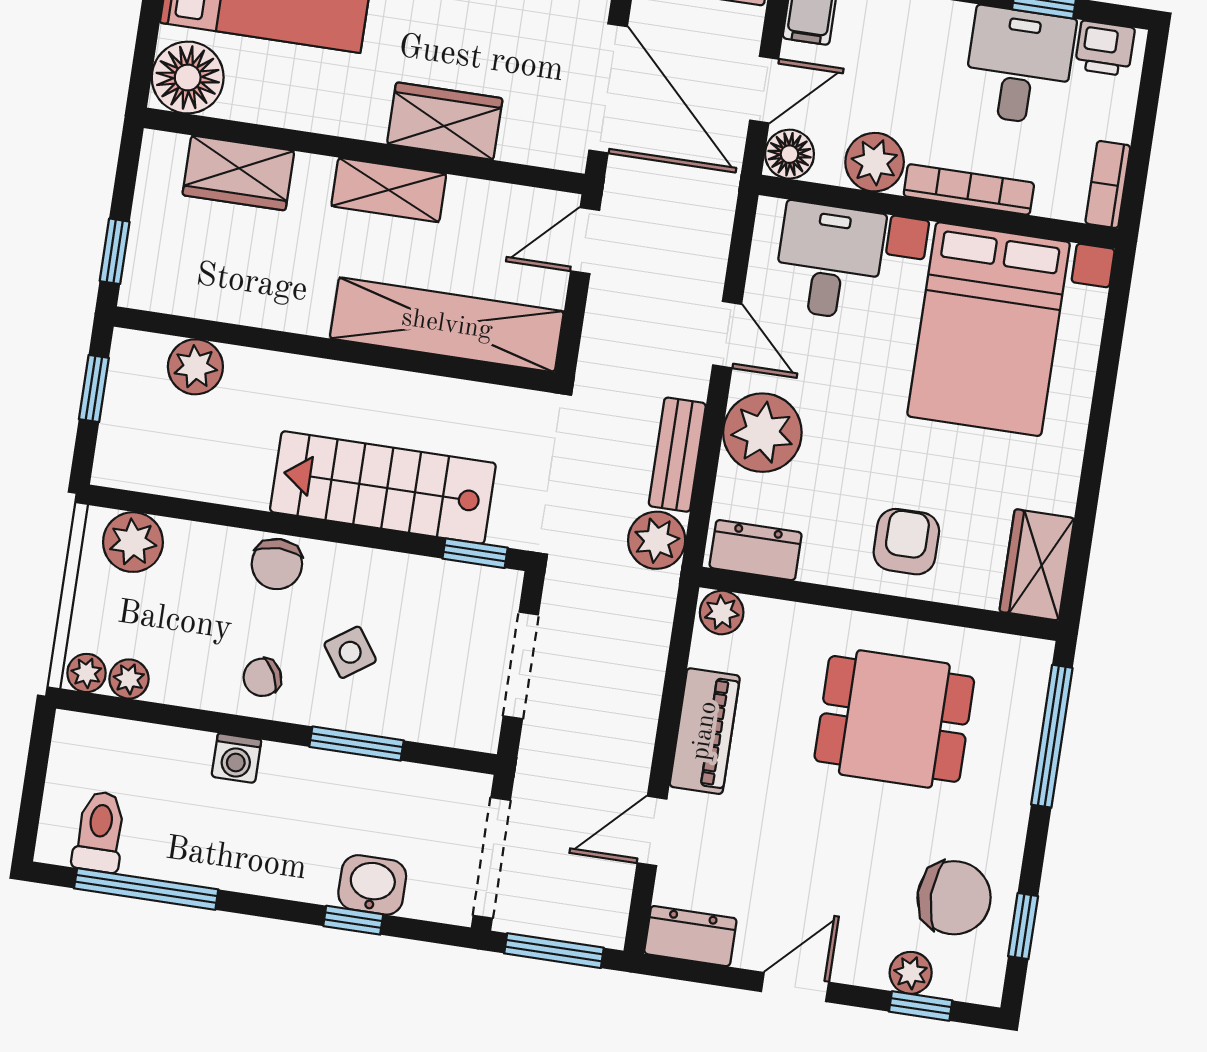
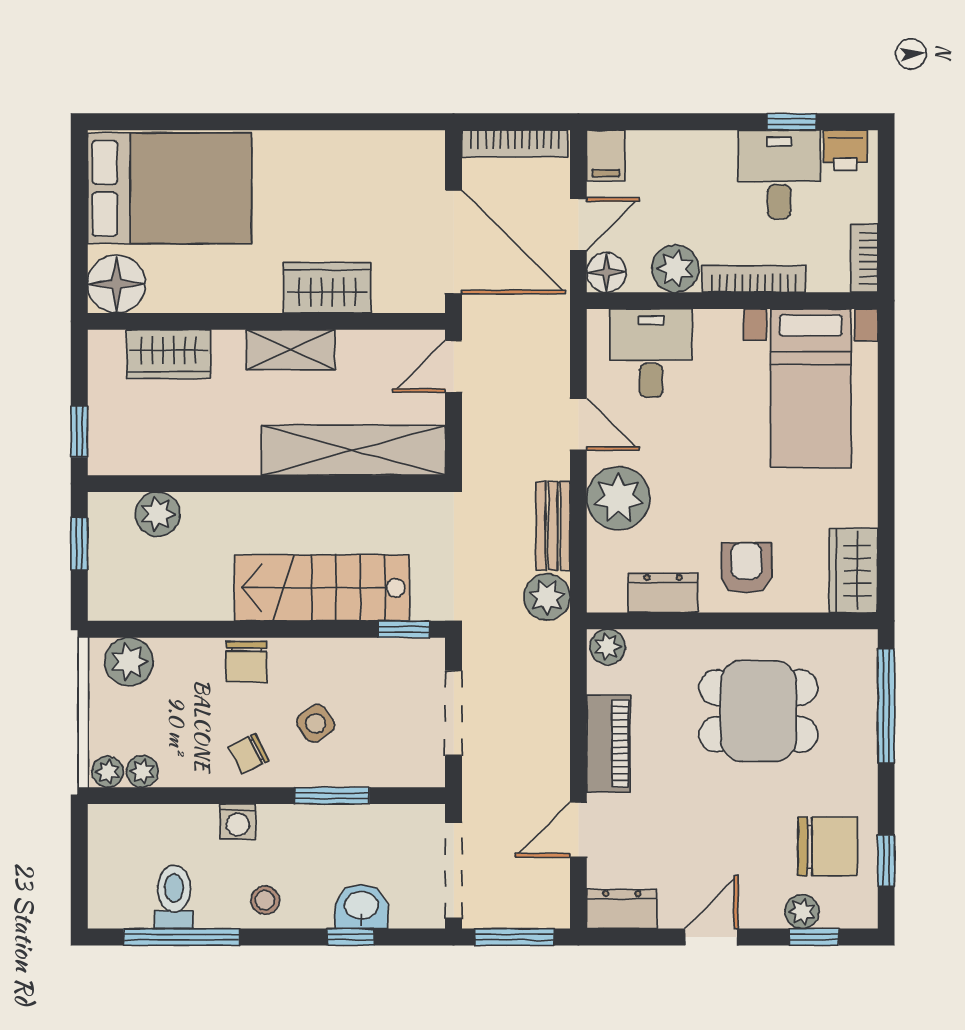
bed with nightstands: (989, 329) -> (811, 388), width x0.73
dresser: (756, 550) -> (663, 593), moved
toilet: (100, 832) -> (174, 897), moved
stool: (255, 859) -> (265, 900), added

